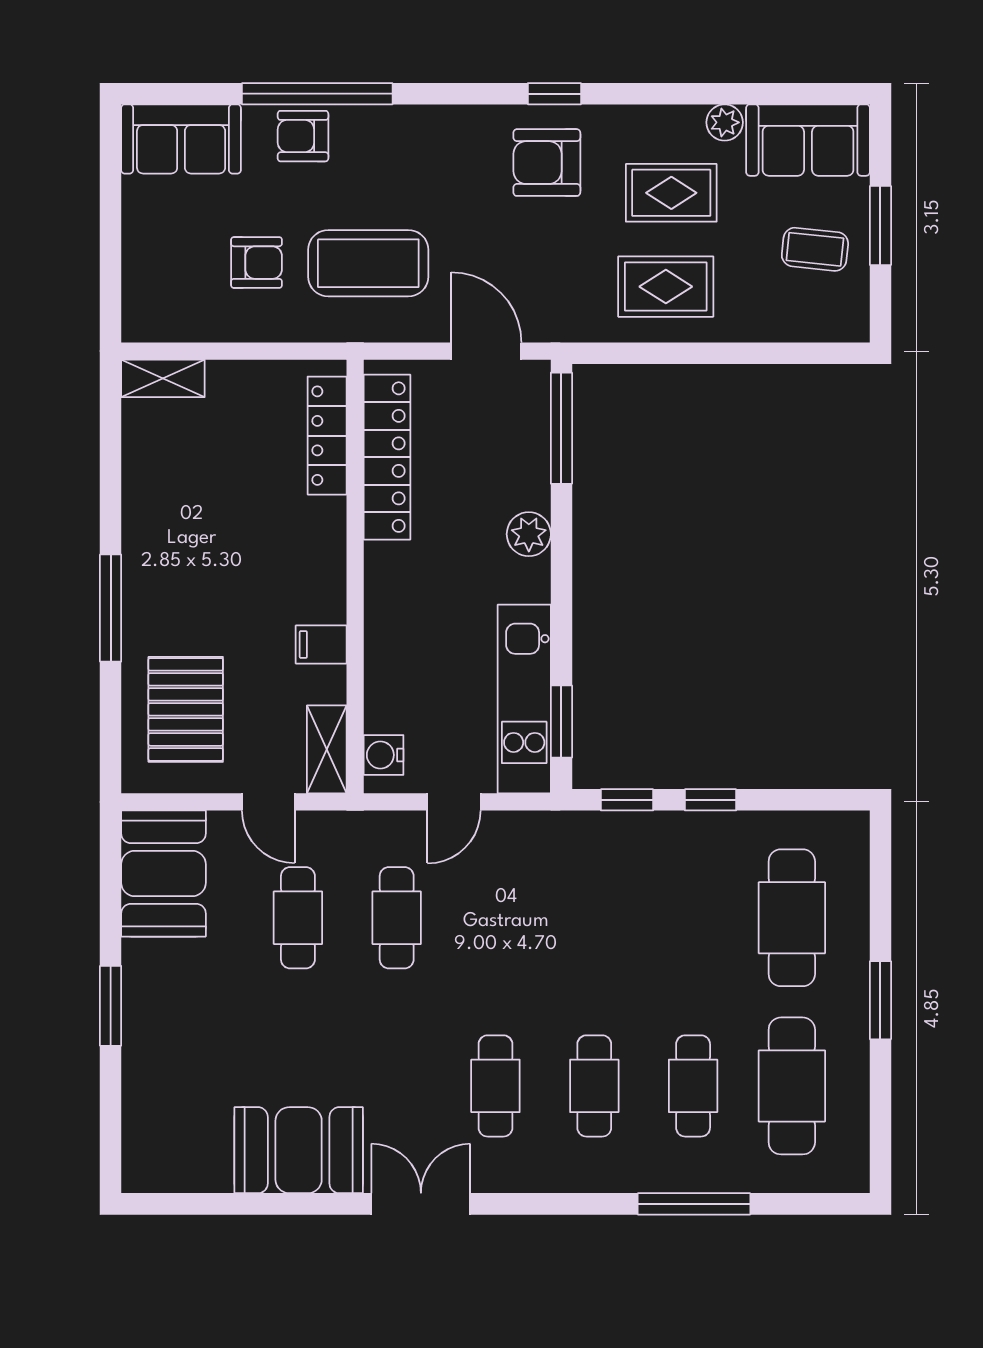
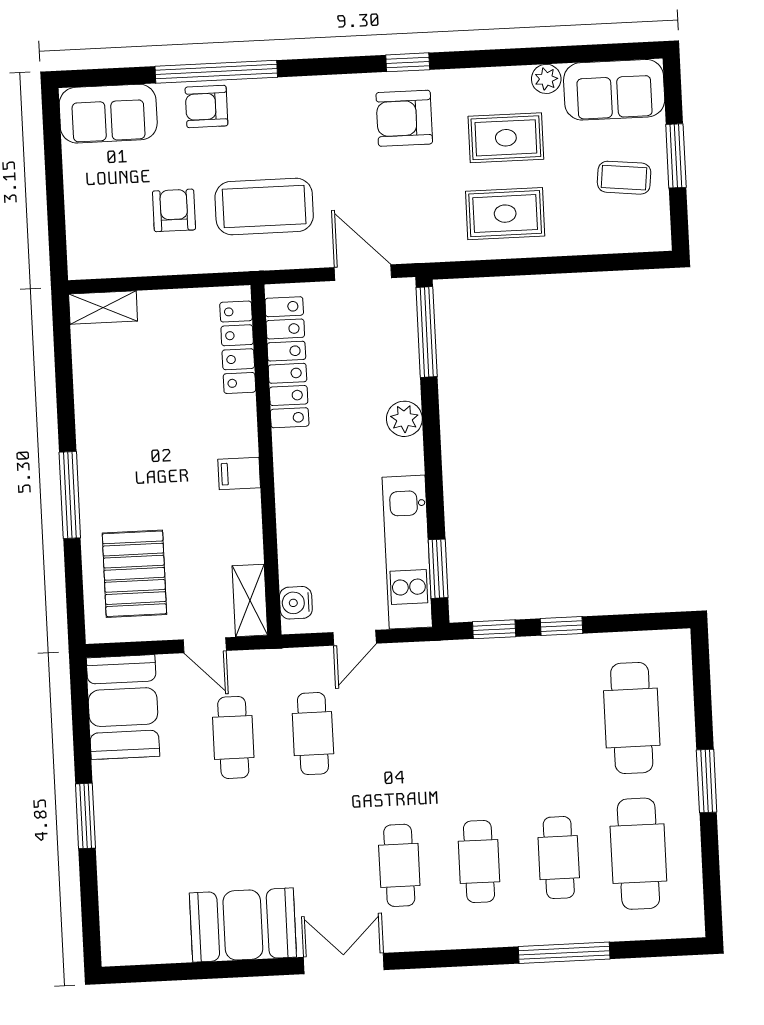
armchair: (257, 263) -> (174, 210), turned -90
filing cabinet: (321, 645) -> (239, 473), moved

